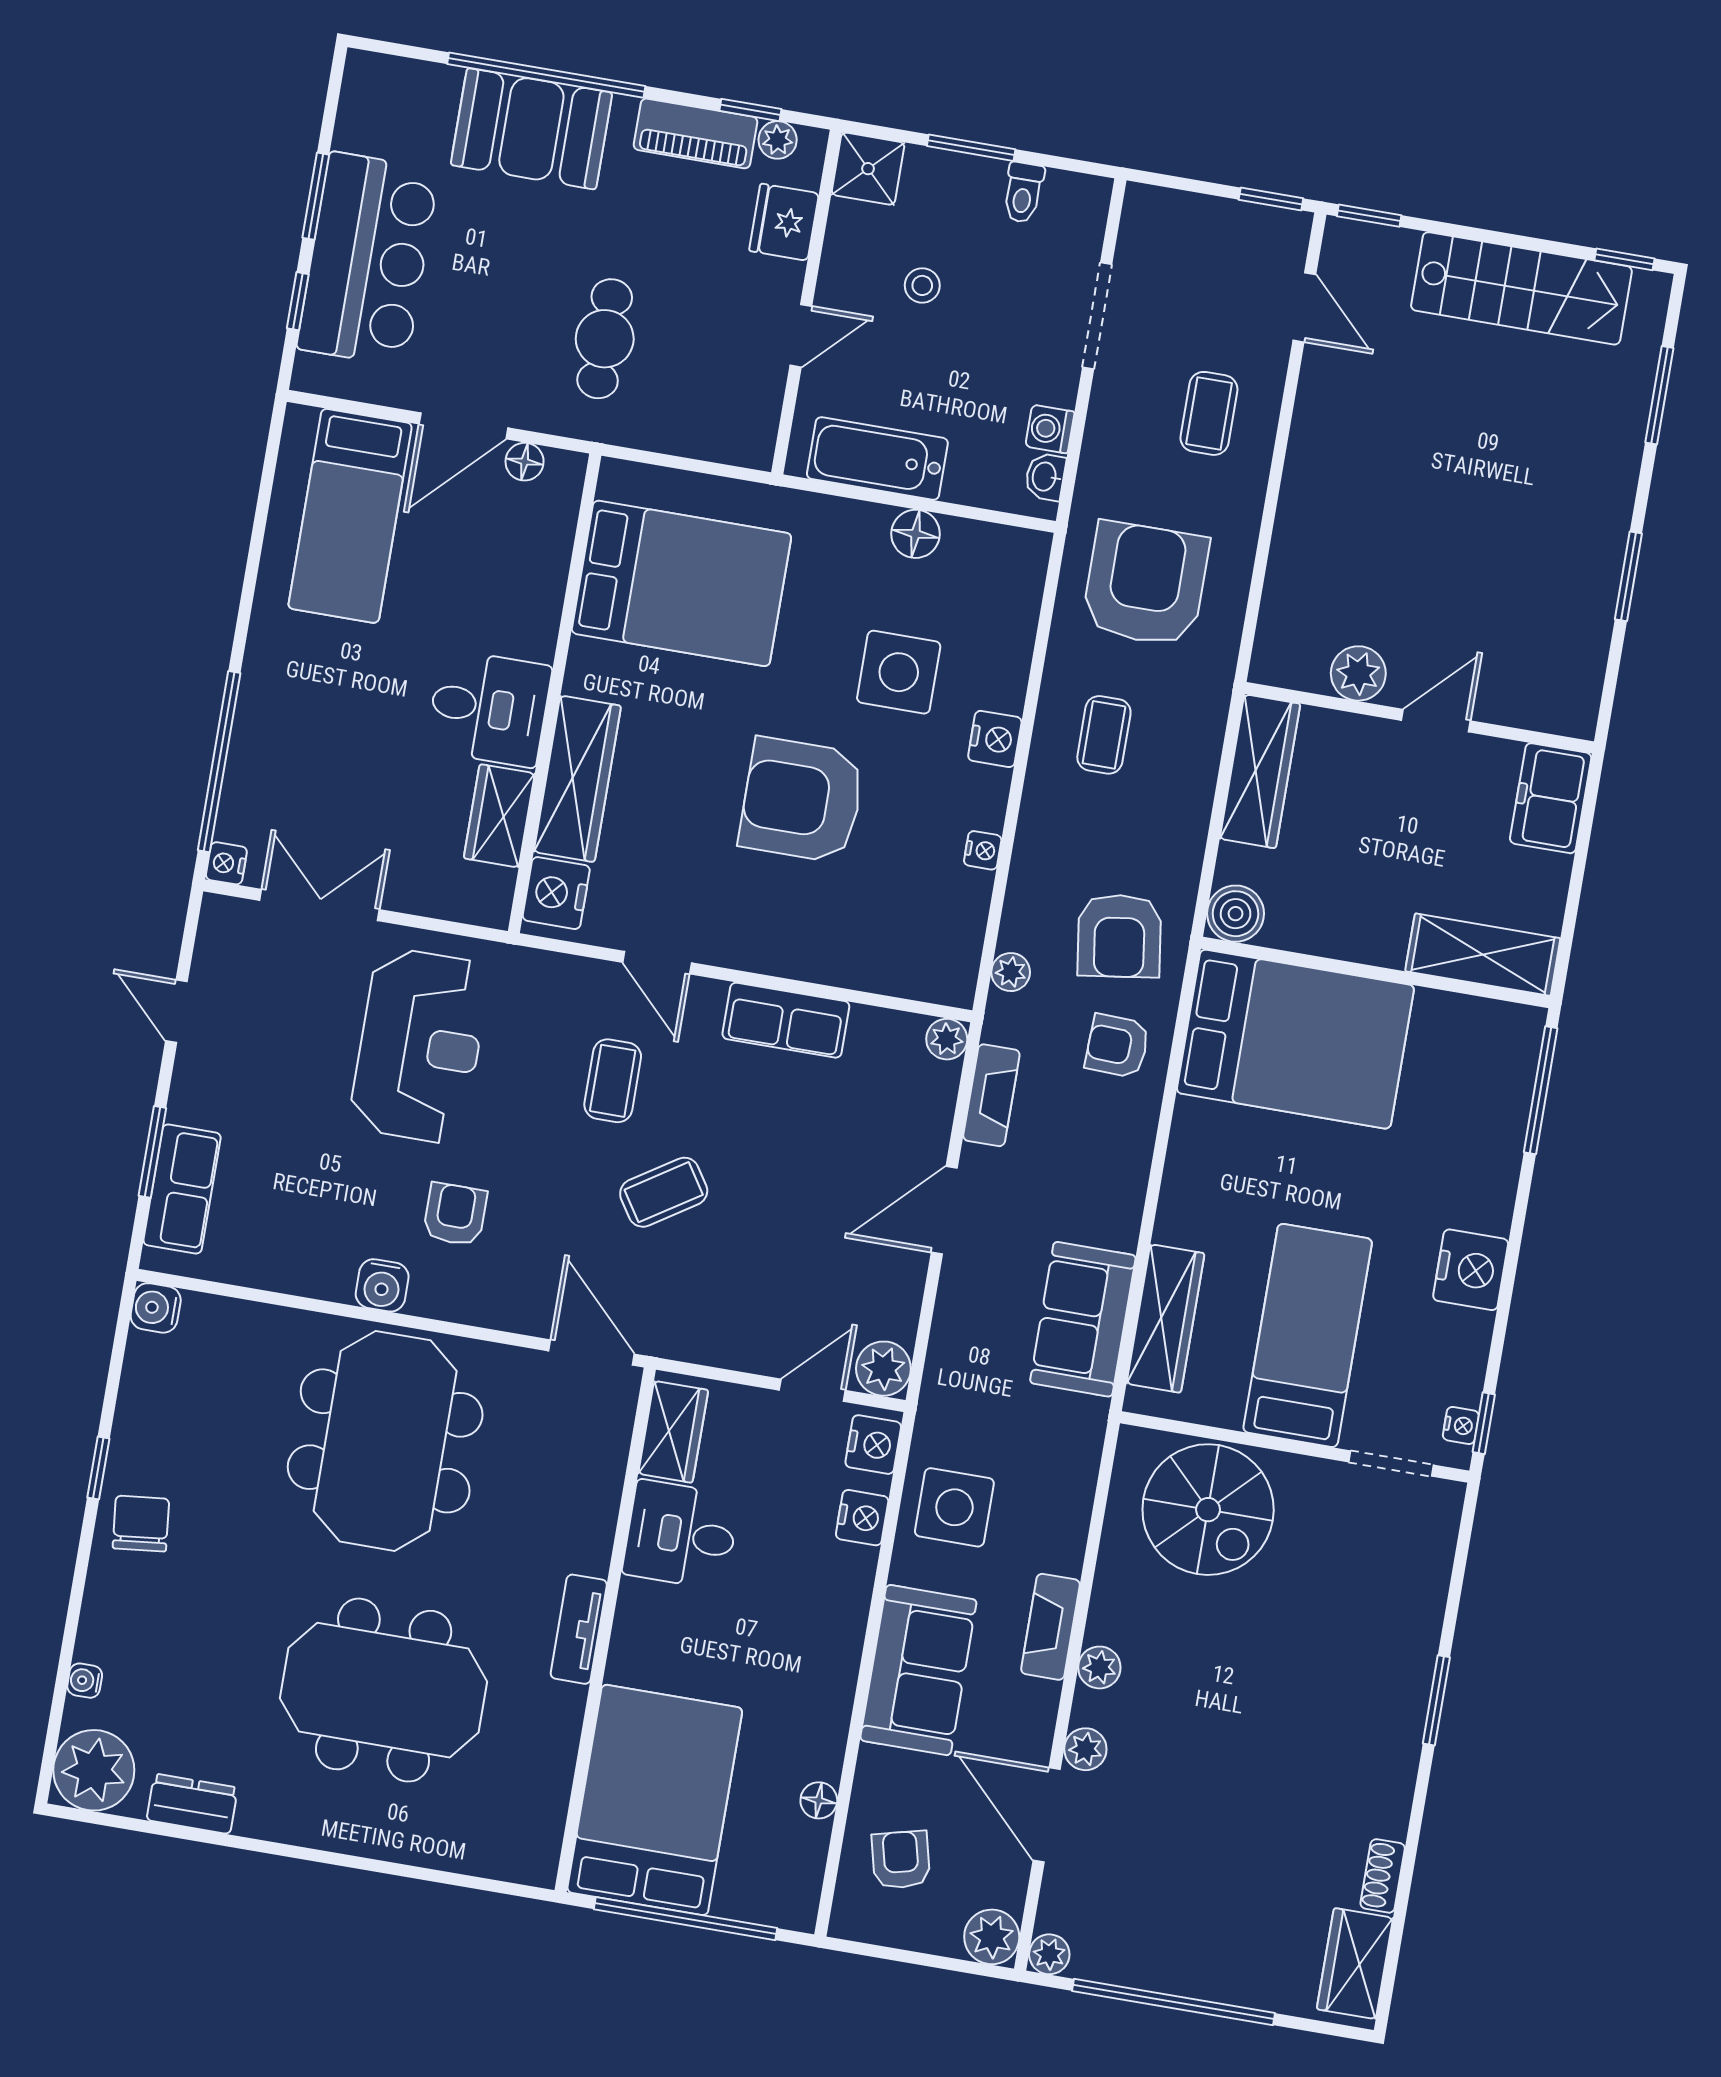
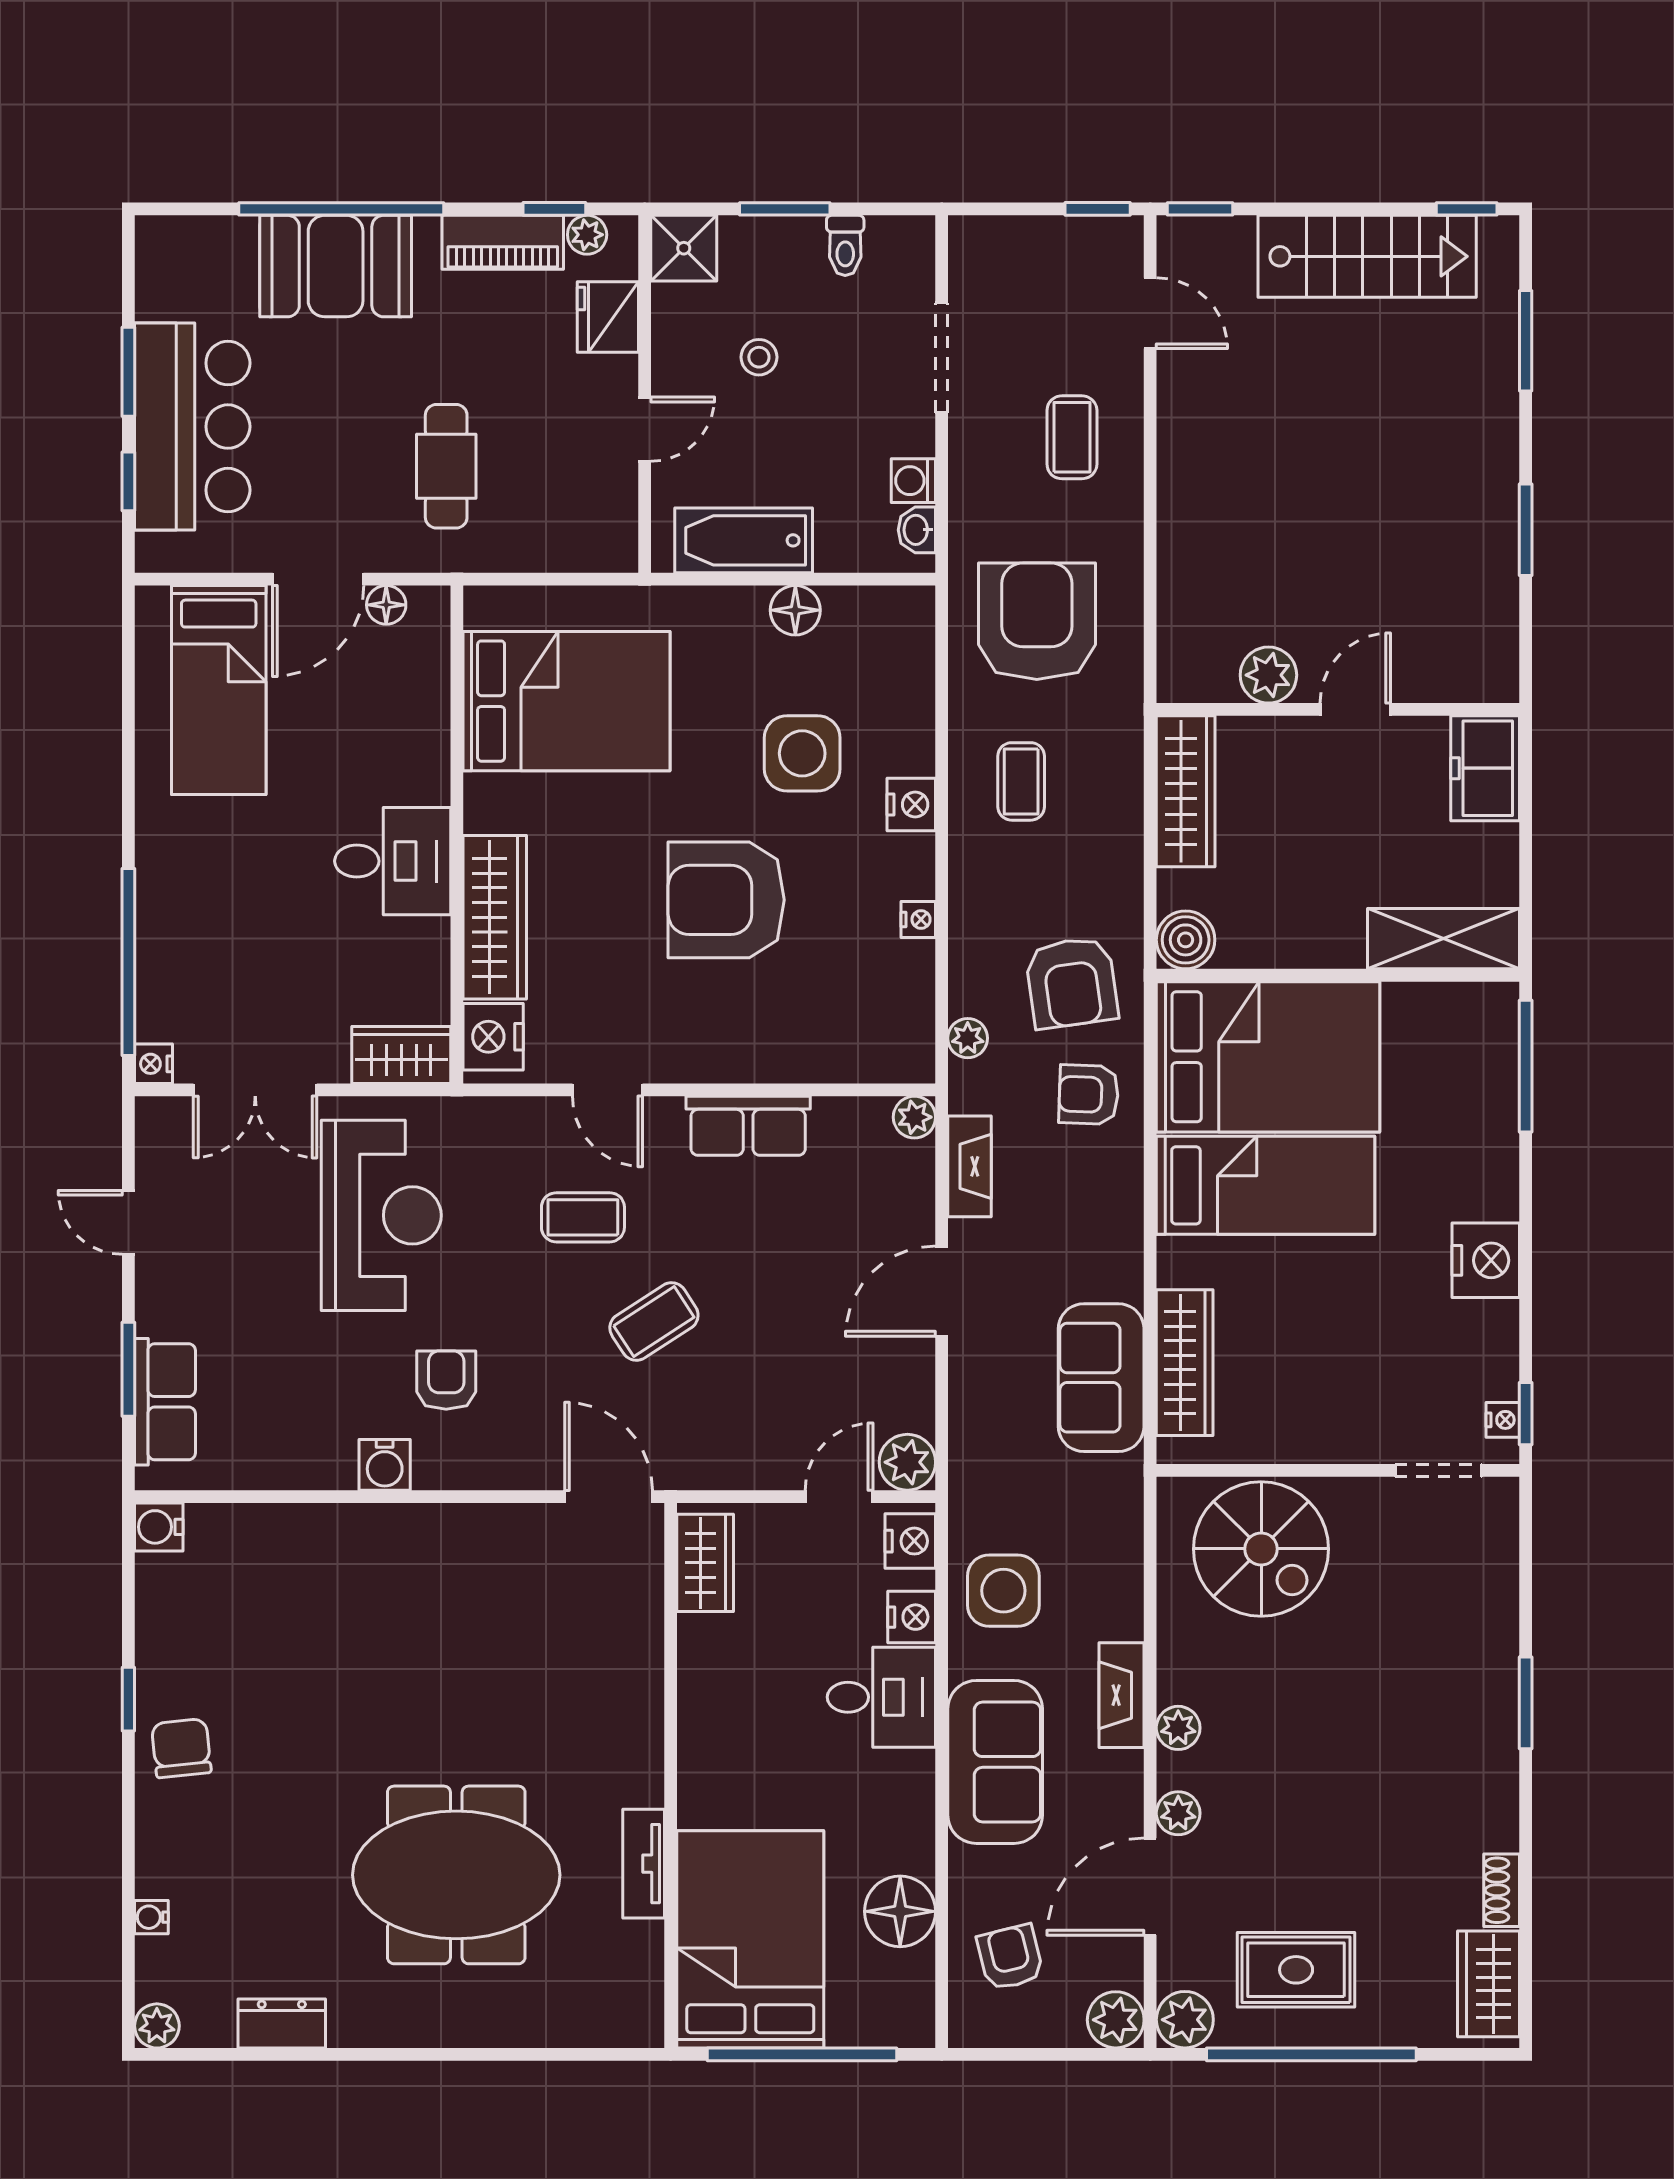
wardrobe: (499, 816) -> (401, 1055), moved, turned 90
double door: (320, 905) -> (255, 1090), swing flipped
coffee table: (613, 1081) -> (583, 1217), turned 90
bed: (1308, 1335) -> (1266, 1185), moved, turned 90
meeting table: (385, 1441) -> (415, 1622), removed
desk: (681, 1535) -> (881, 1697), moved, turned 180
tv unit: (579, 1629) -> (644, 1864), moved
plant: (94, 1770) -> (157, 2026), width x0.53, depth x0.53
floor lamp: (819, 1800) -> (900, 1911), width x1.89, depth x1.89
door: (1047, 1815) -> (1150, 1887), hinge flipped
rug: (1173, 1918) -> (1296, 1970), added
plant: (1049, 1954) -> (1185, 2020), width x1.38, depth x1.38

